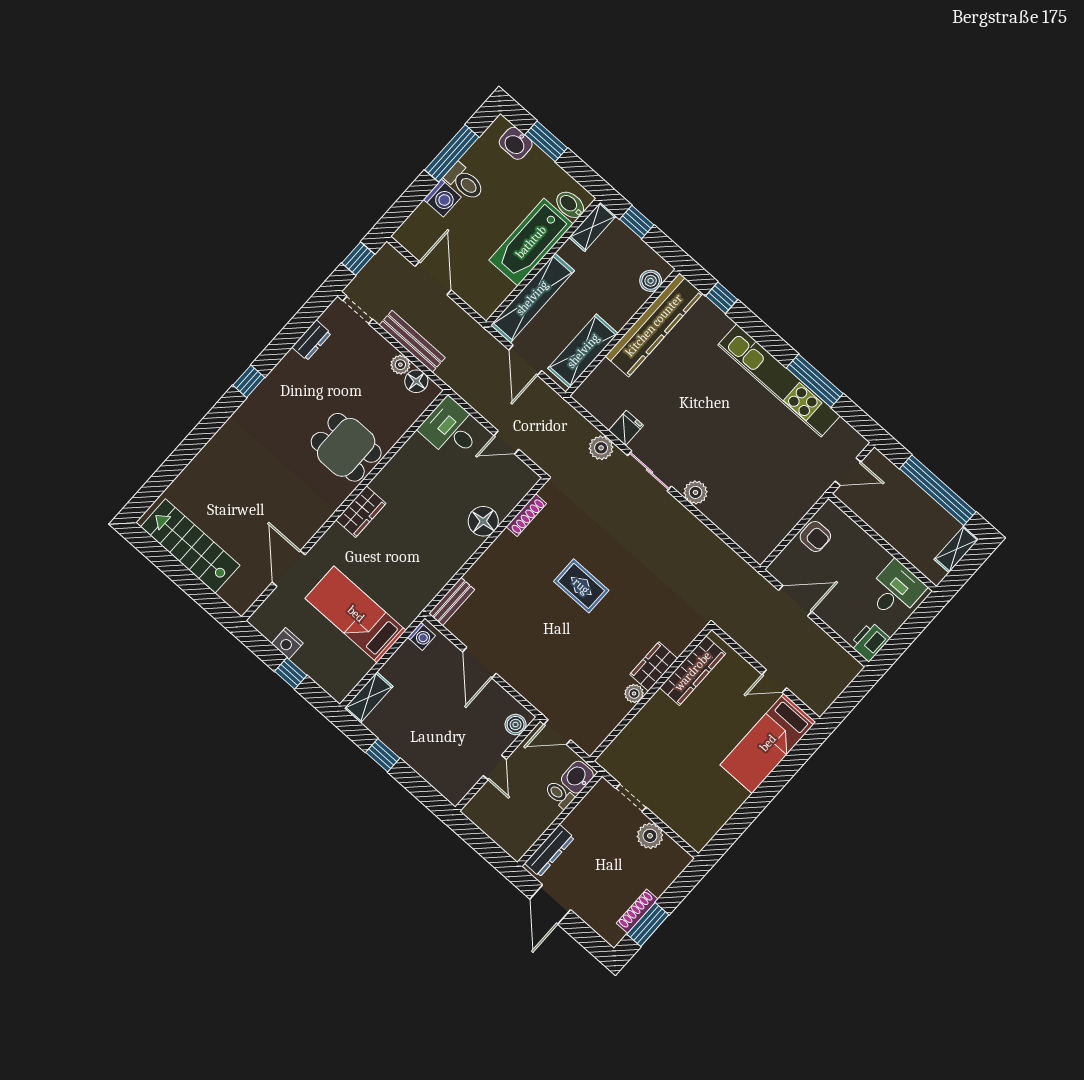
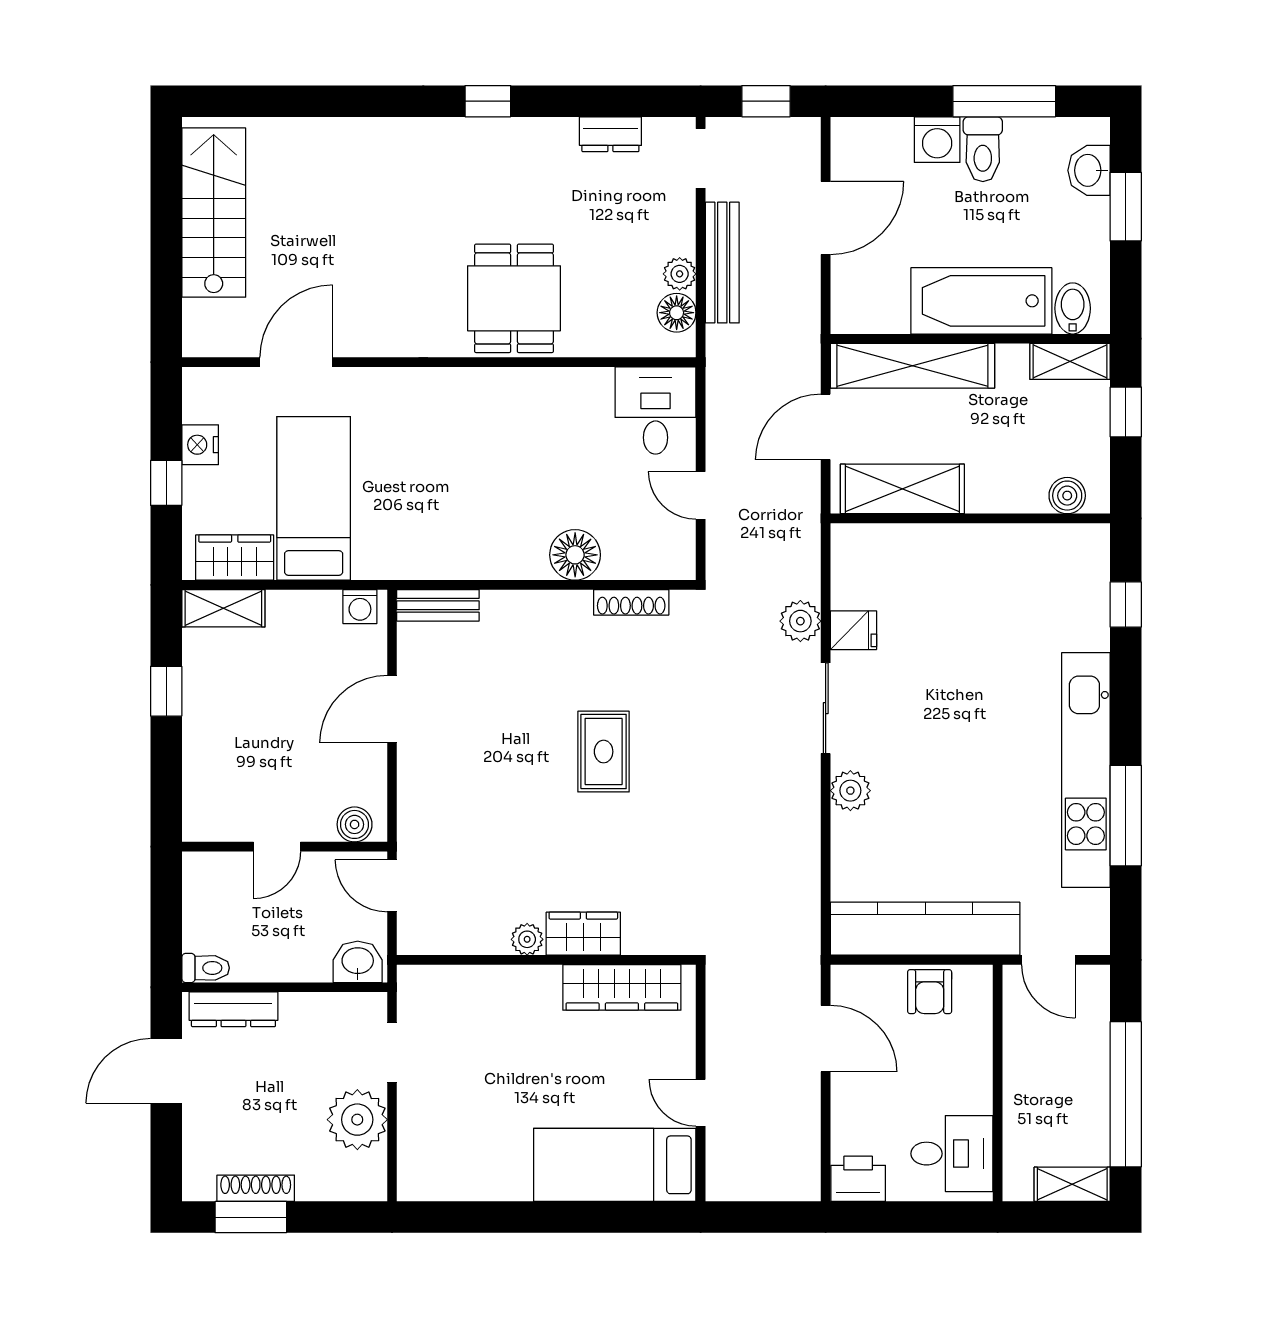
kitchen counter: (654, 325) -> (925, 929), moved, turned 180
wardrobe: (361, 512) -> (235, 558), moved, turned 180
toilet: (559, 795) -> (206, 968), moved, turned 90
plant: (650, 836) -> (357, 1120), width x1.36, depth x1.36

